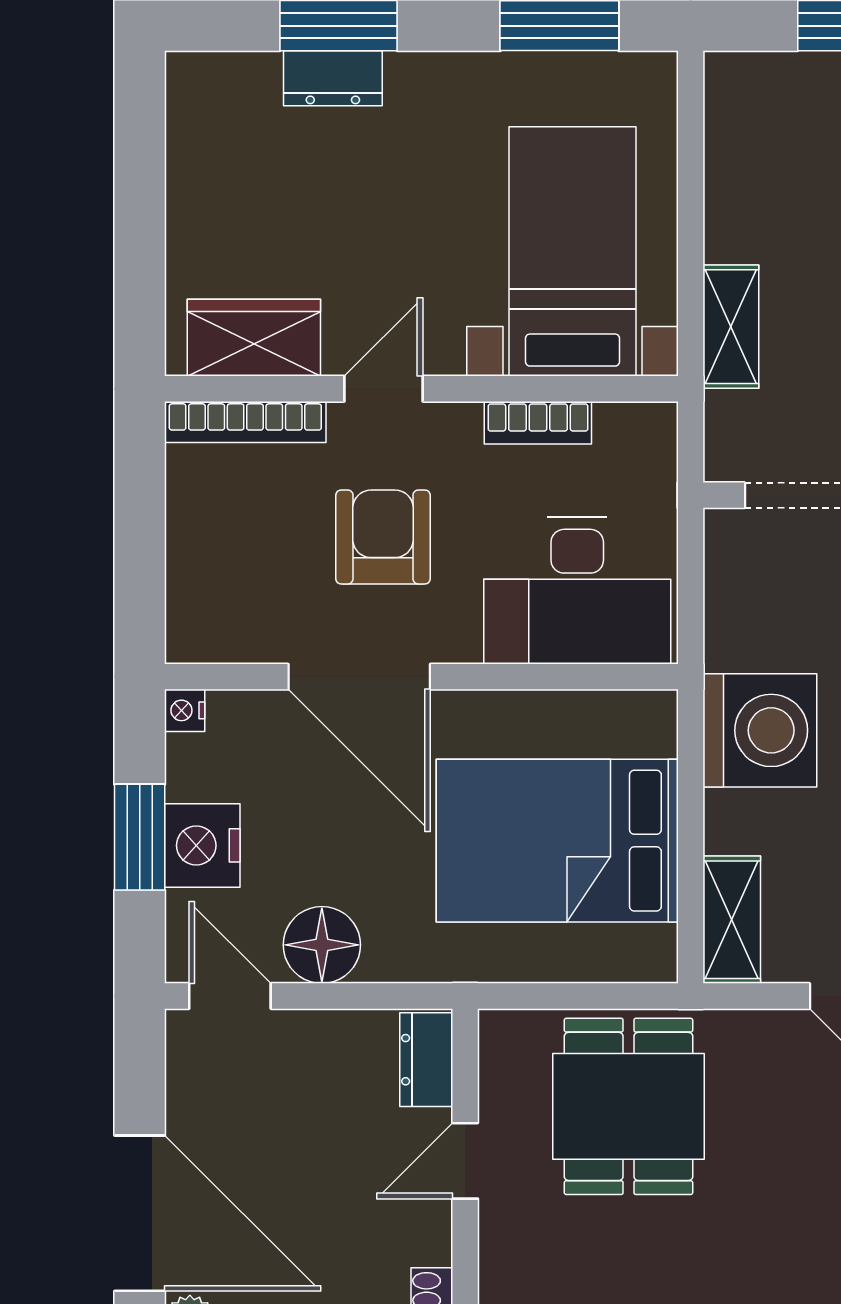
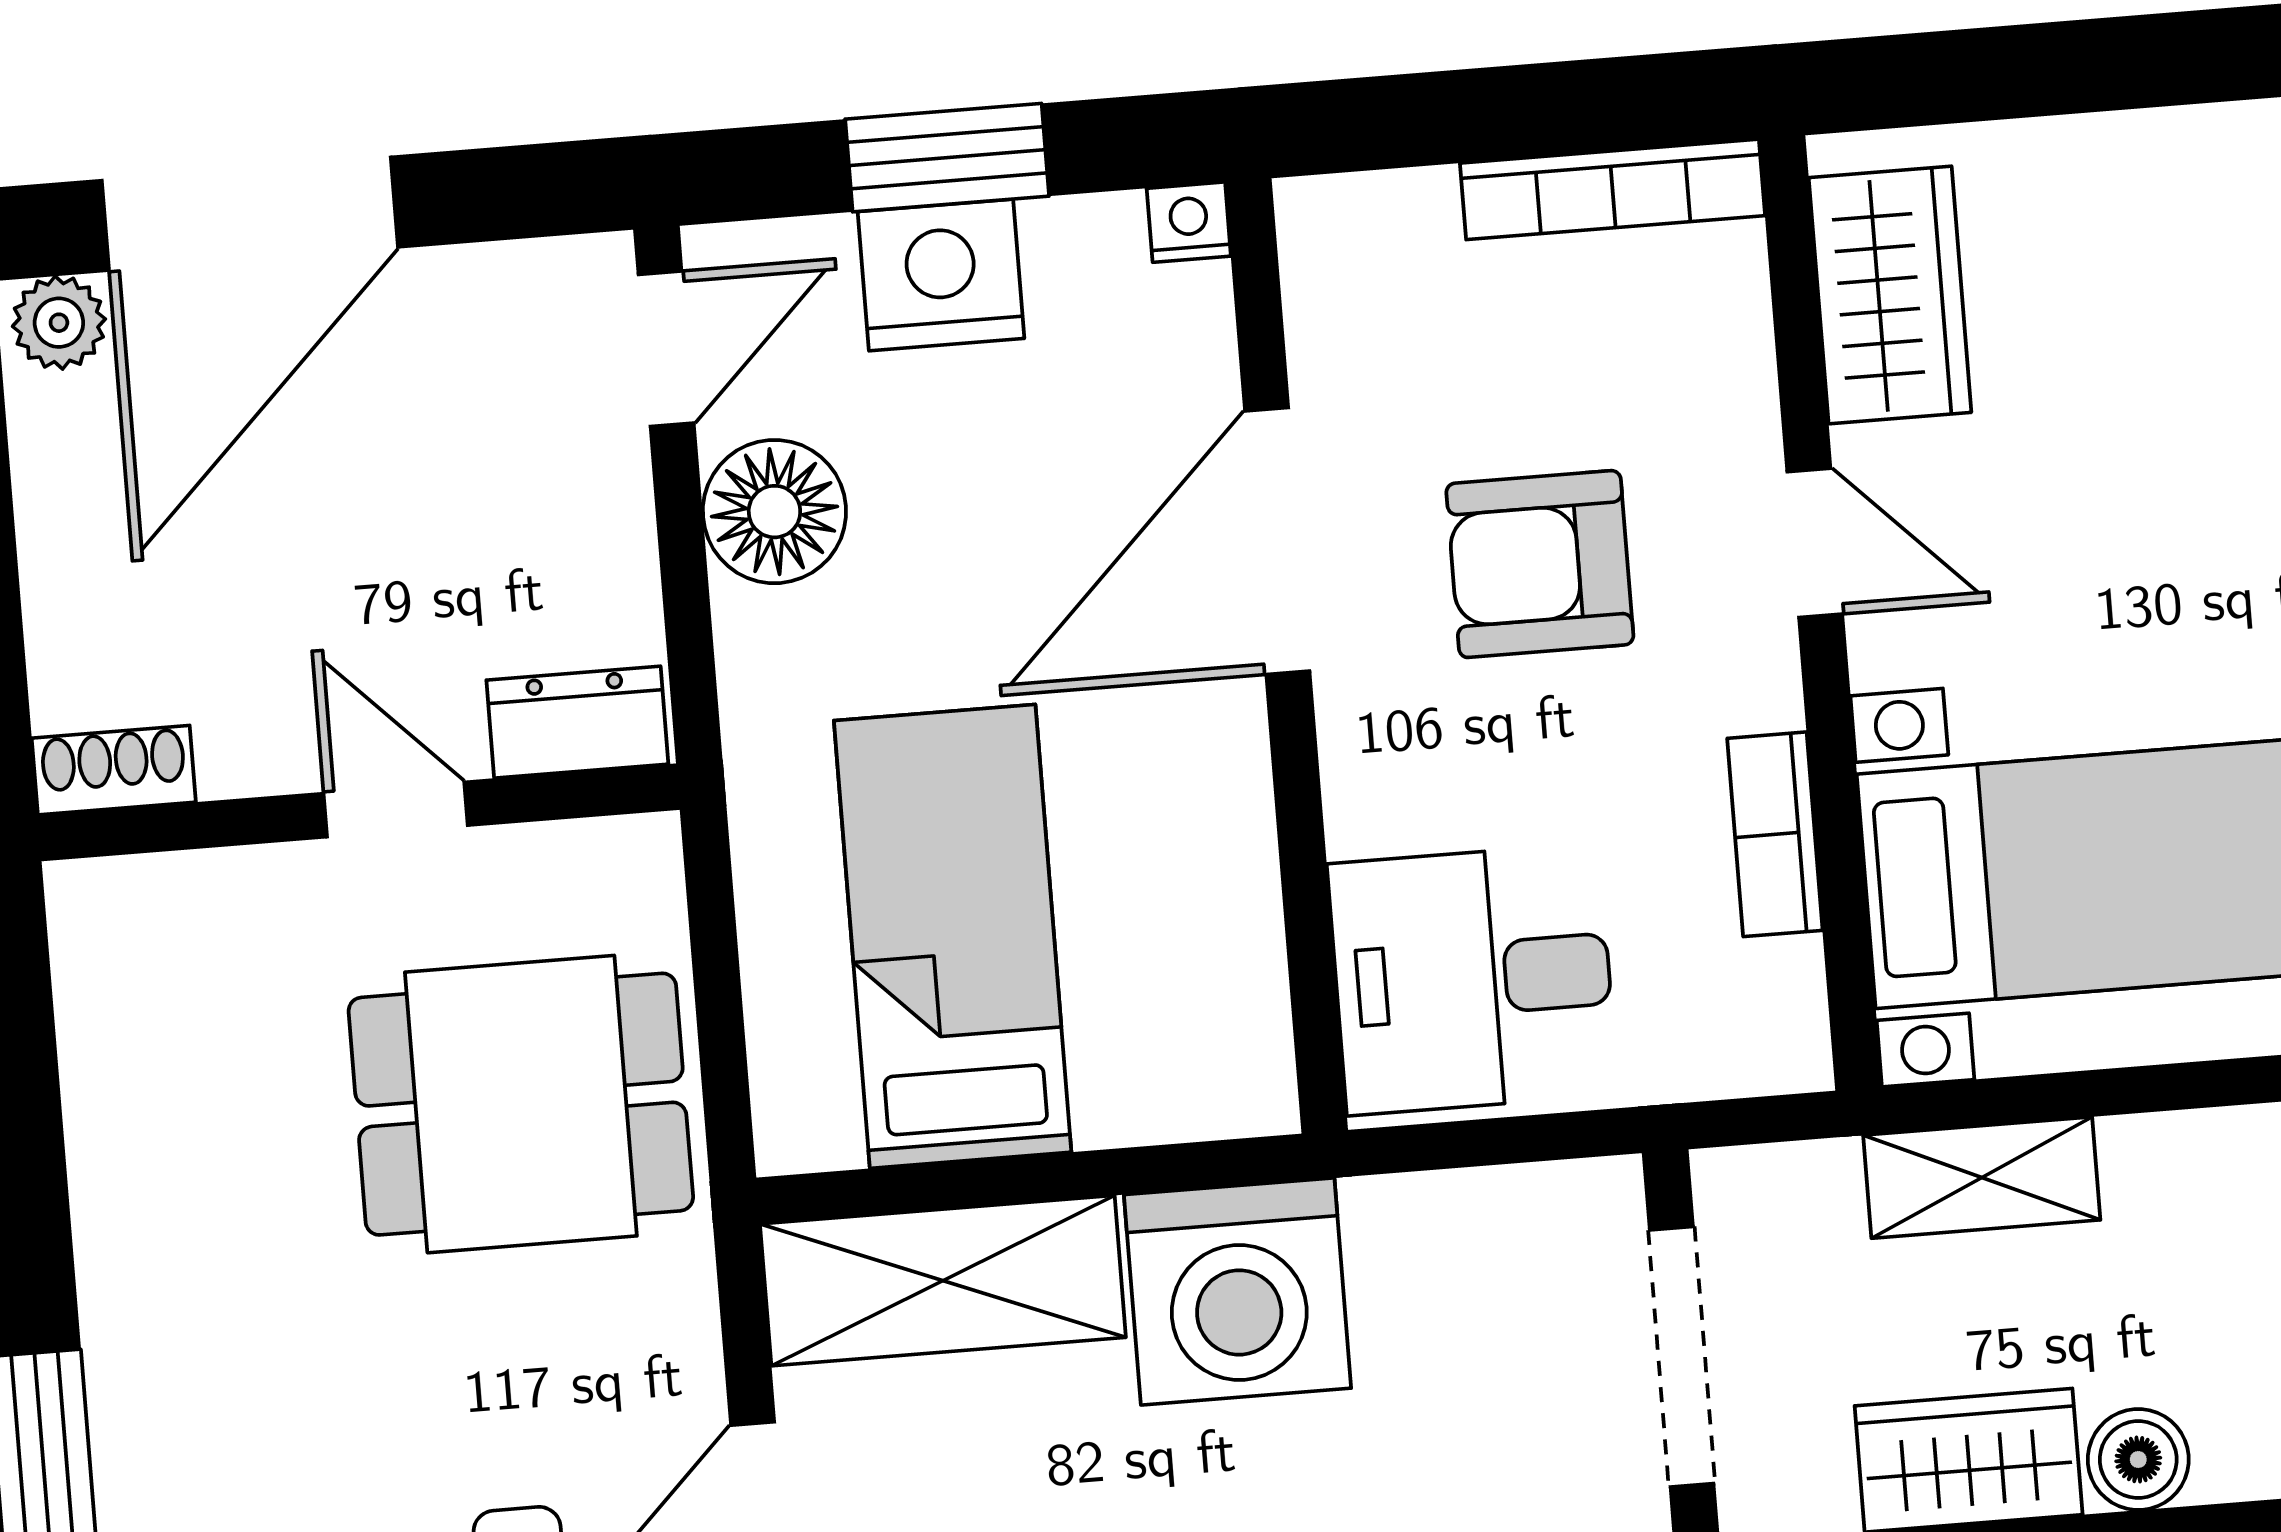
bookcase: (245, 422) -> (1612, 189), moved, turned -90
armchair: (383, 537) -> (1540, 564), turned 180
desk: (577, 591) -> (1473, 979), width x0.73
bed: (557, 841) -> (953, 936), width x0.67
shelving: (732, 920) -> (943, 1281), width x1.50, depth x1.33

